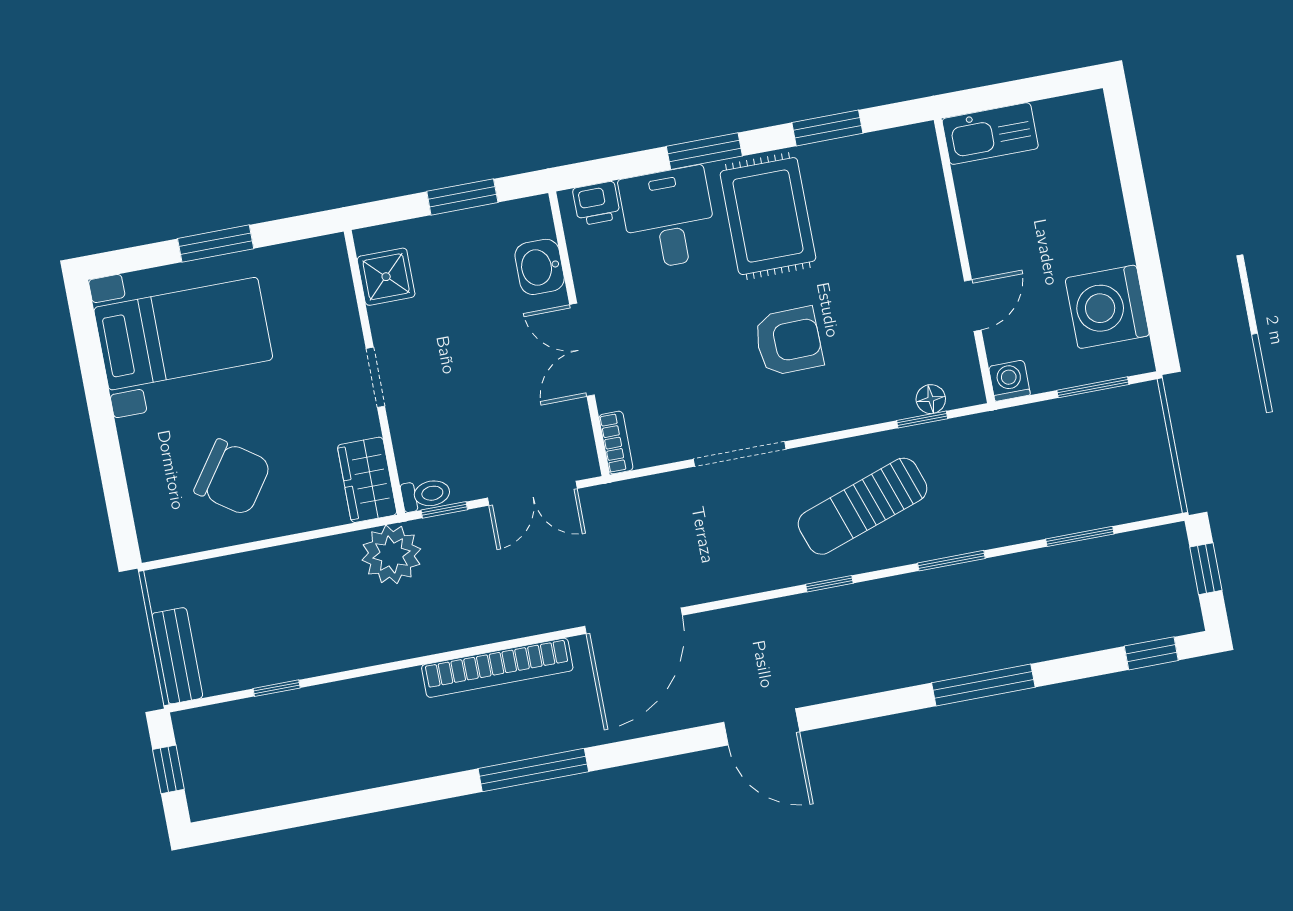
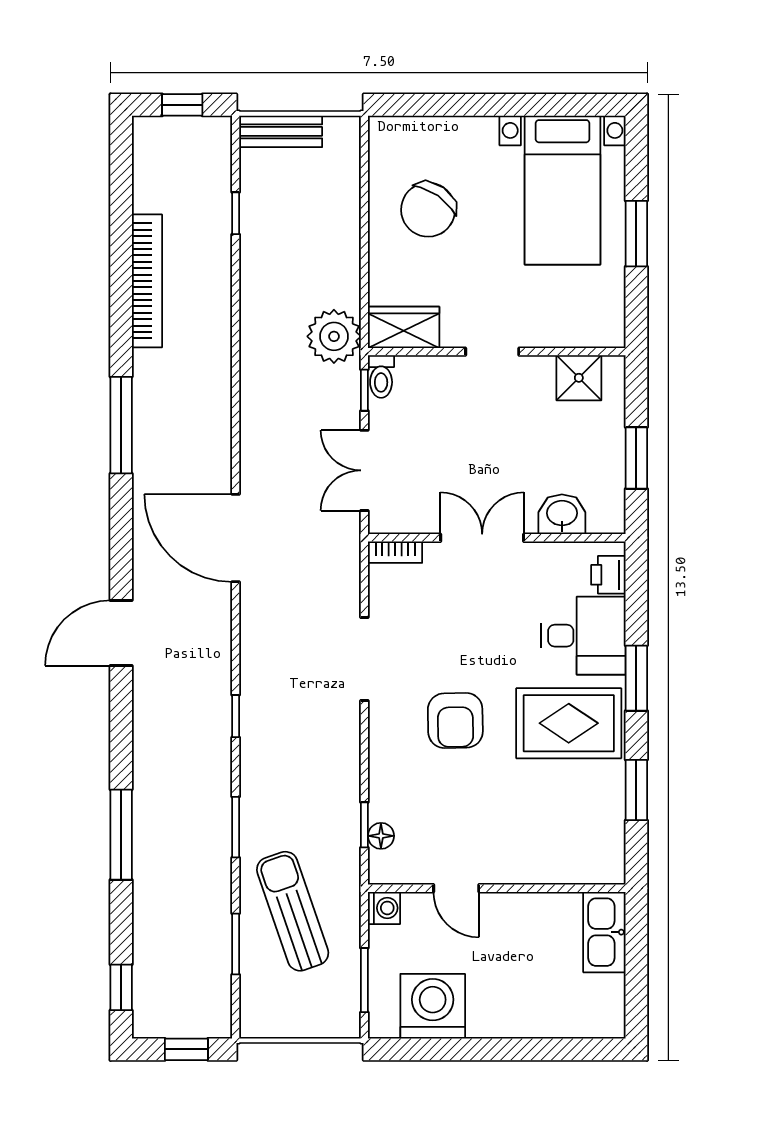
sun lounger: (863, 506) -> (293, 911), moved
bookcase: (497, 668) -> (147, 281), moved, turned 180

